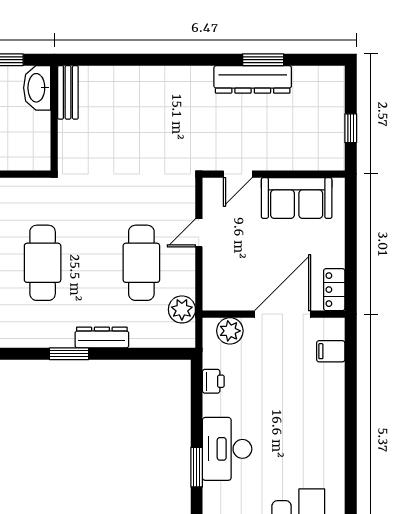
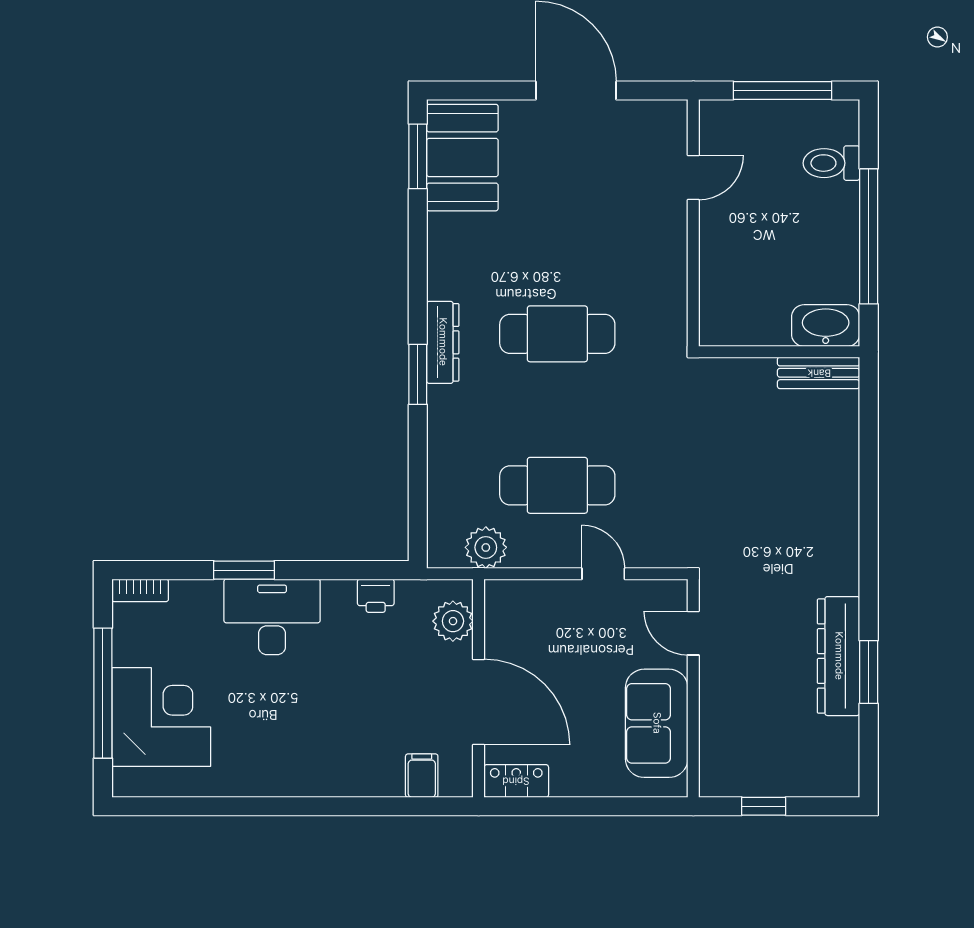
dresser: (102, 338) -> (443, 342), moved

